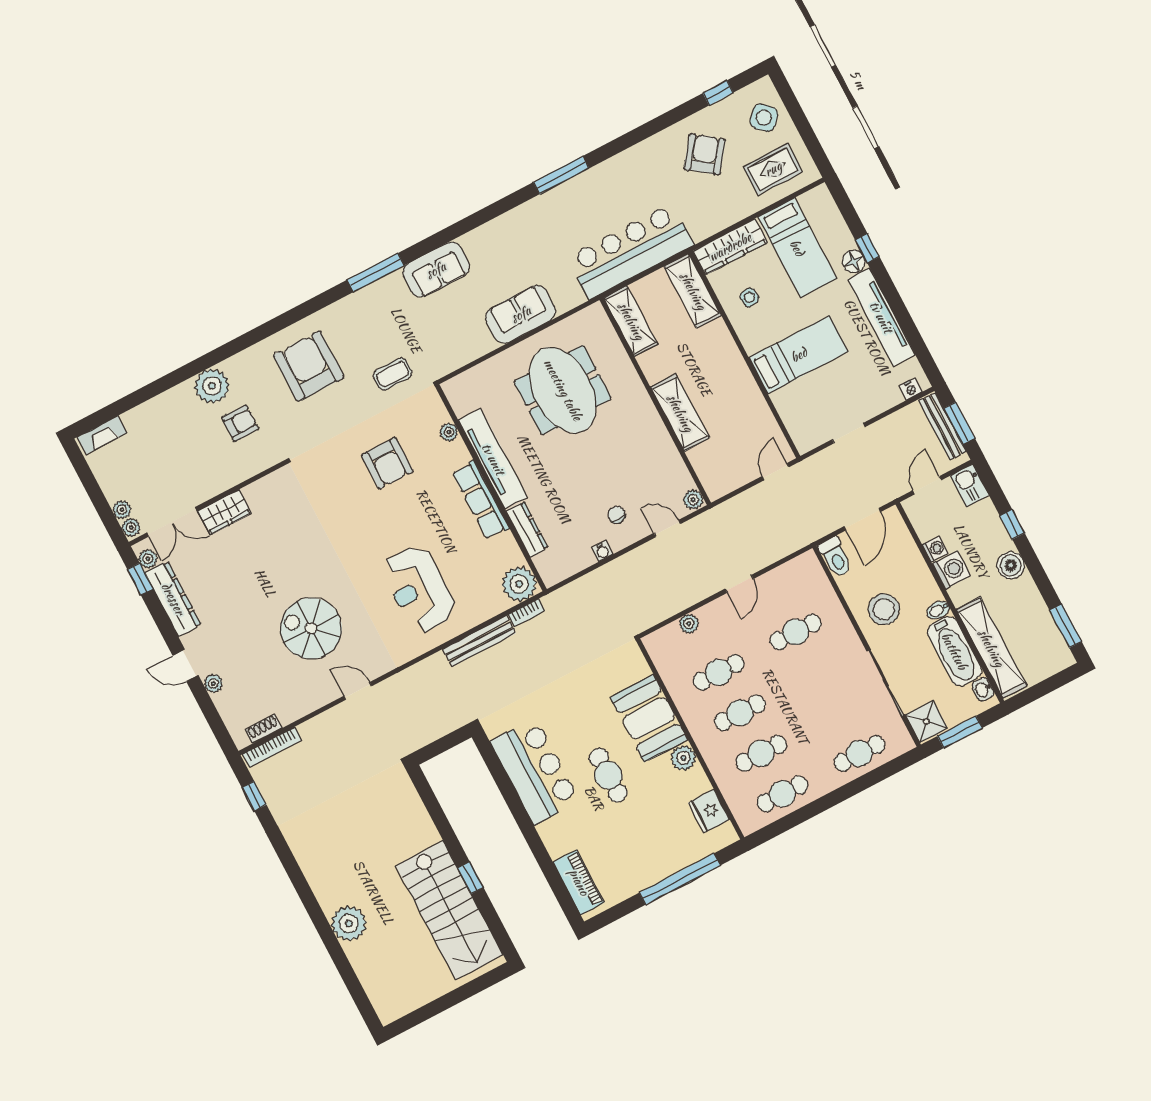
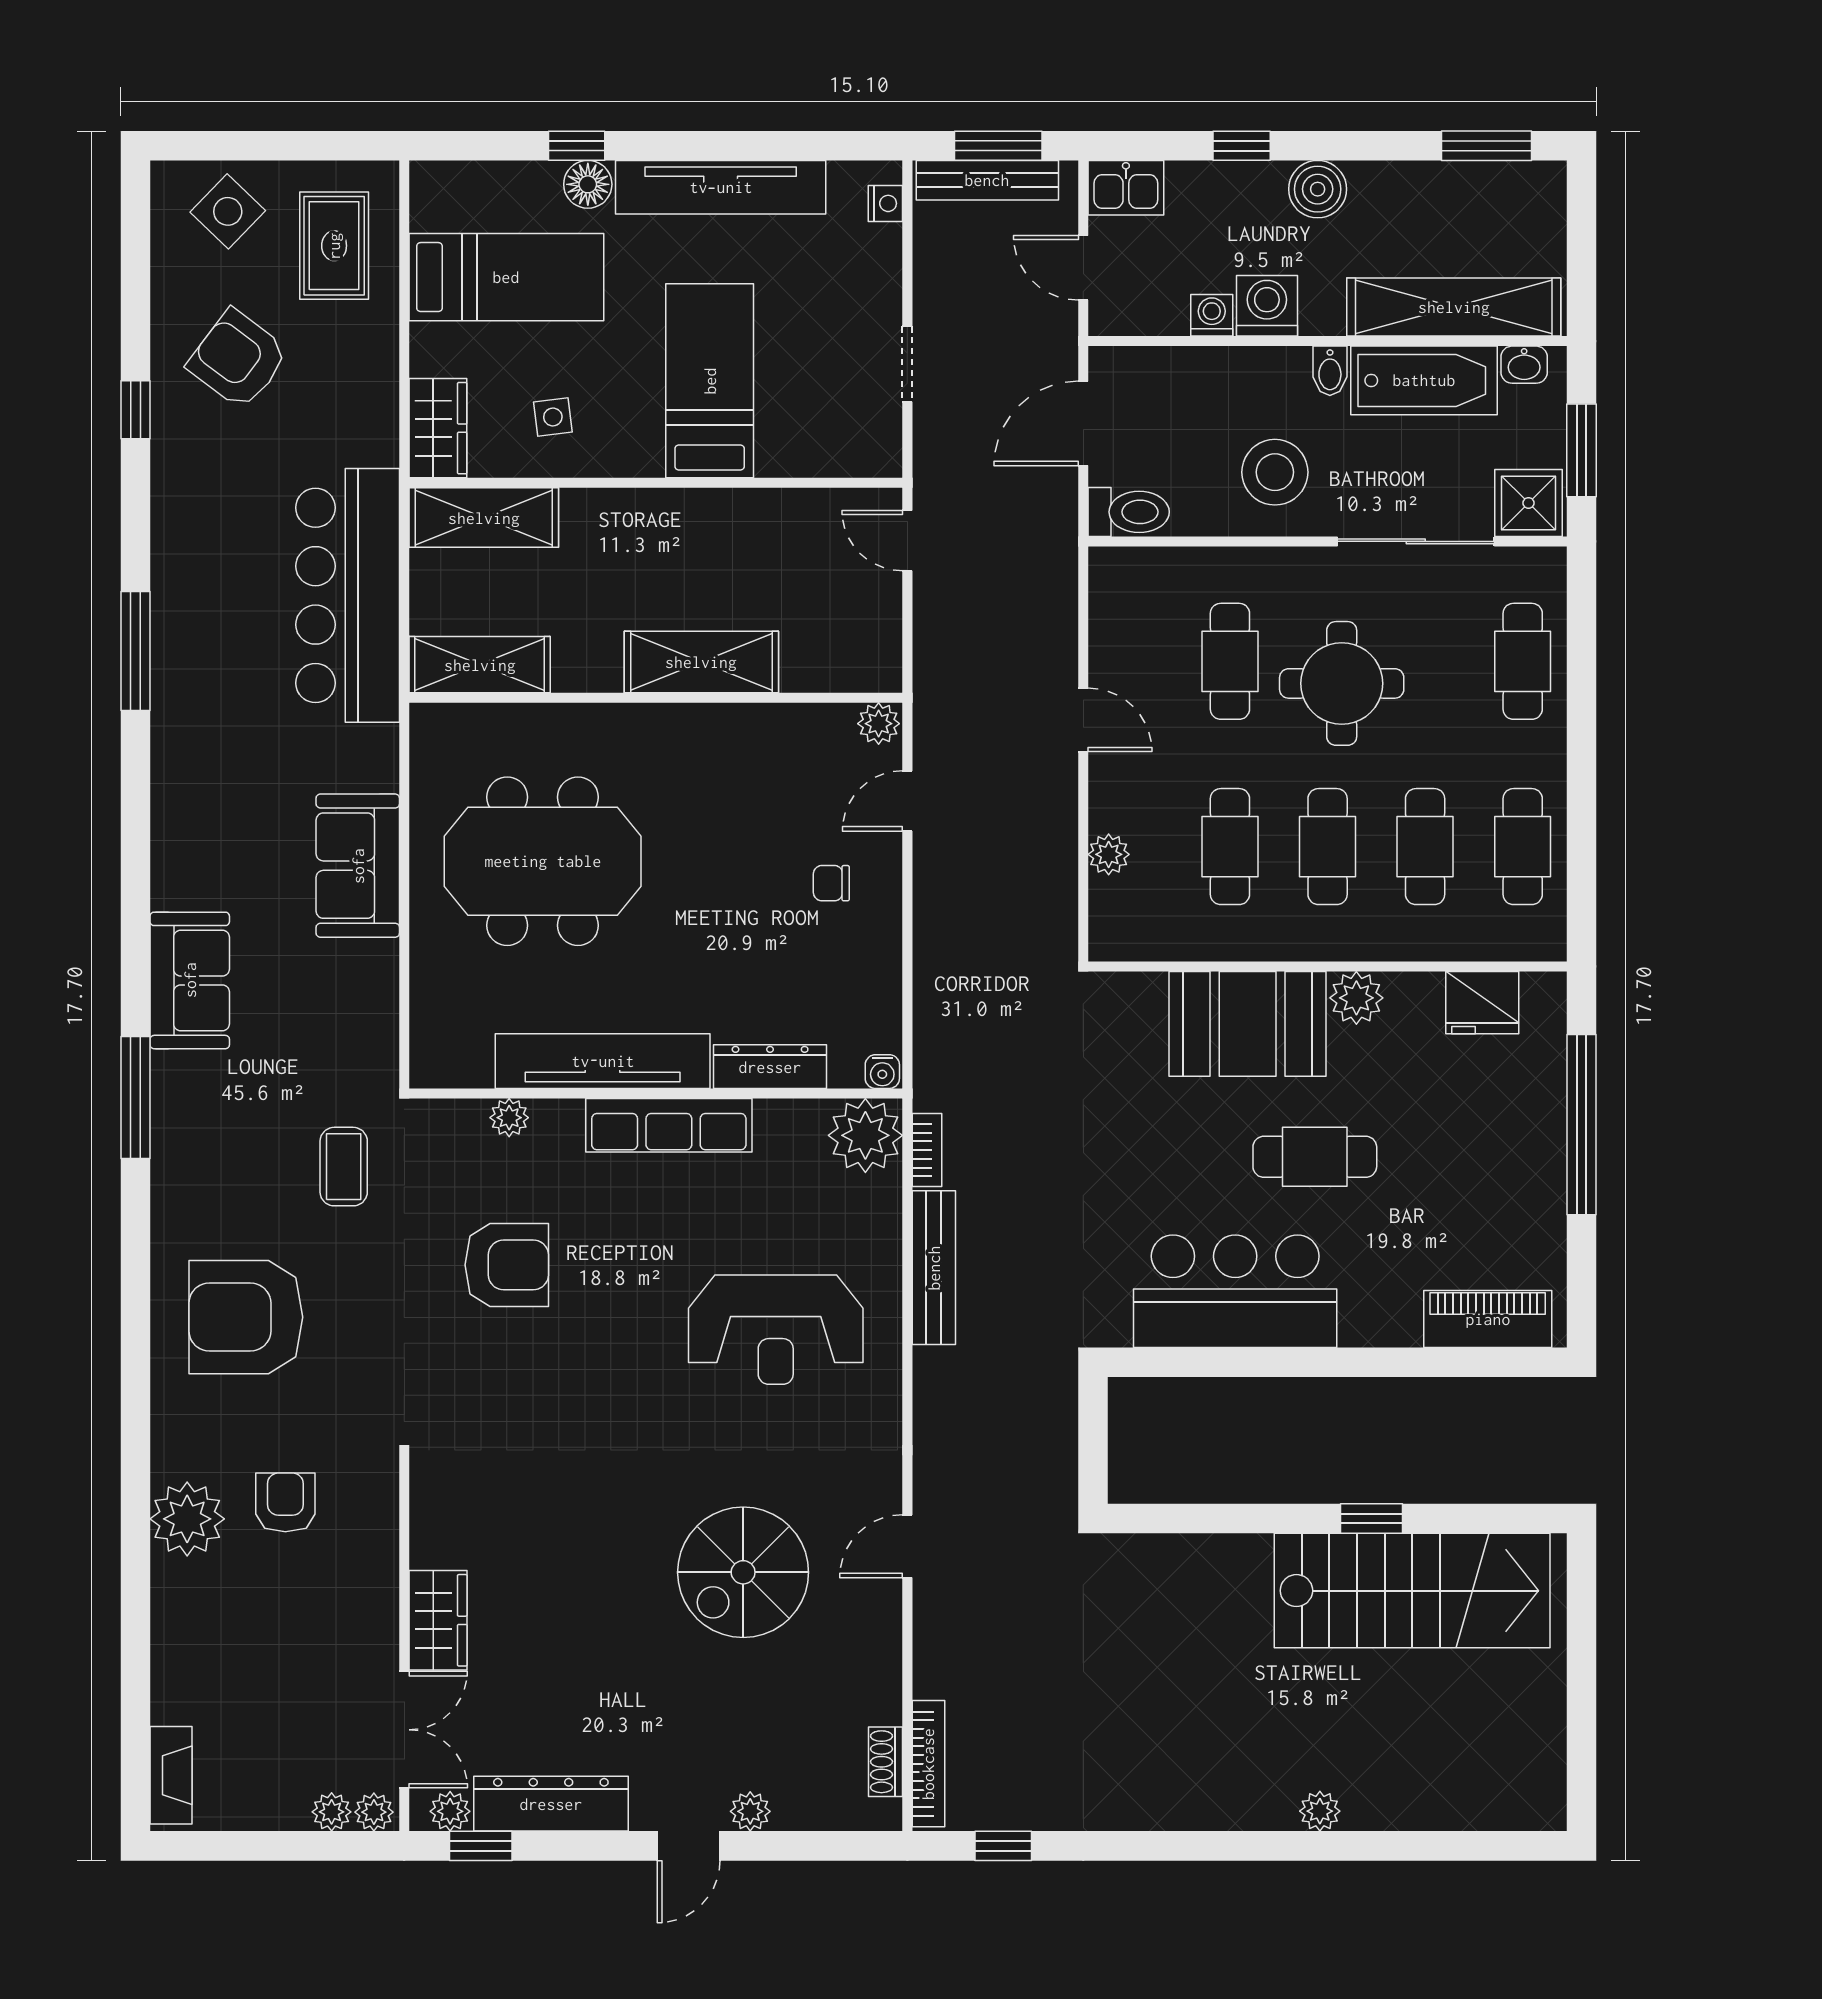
window: (718, 93) -> (135, 410), moved
wardrobe: (730, 247) -> (438, 428), width x0.67
door: (862, 519) -> (1083, 423), swing flipped
water cooler: (602, 551) -> (882, 1072), moved, turned 90
round table: (811, 683) -> (1342, 683), added
plant: (349, 923) -> (1320, 1811), width x0.53, depth x0.53

